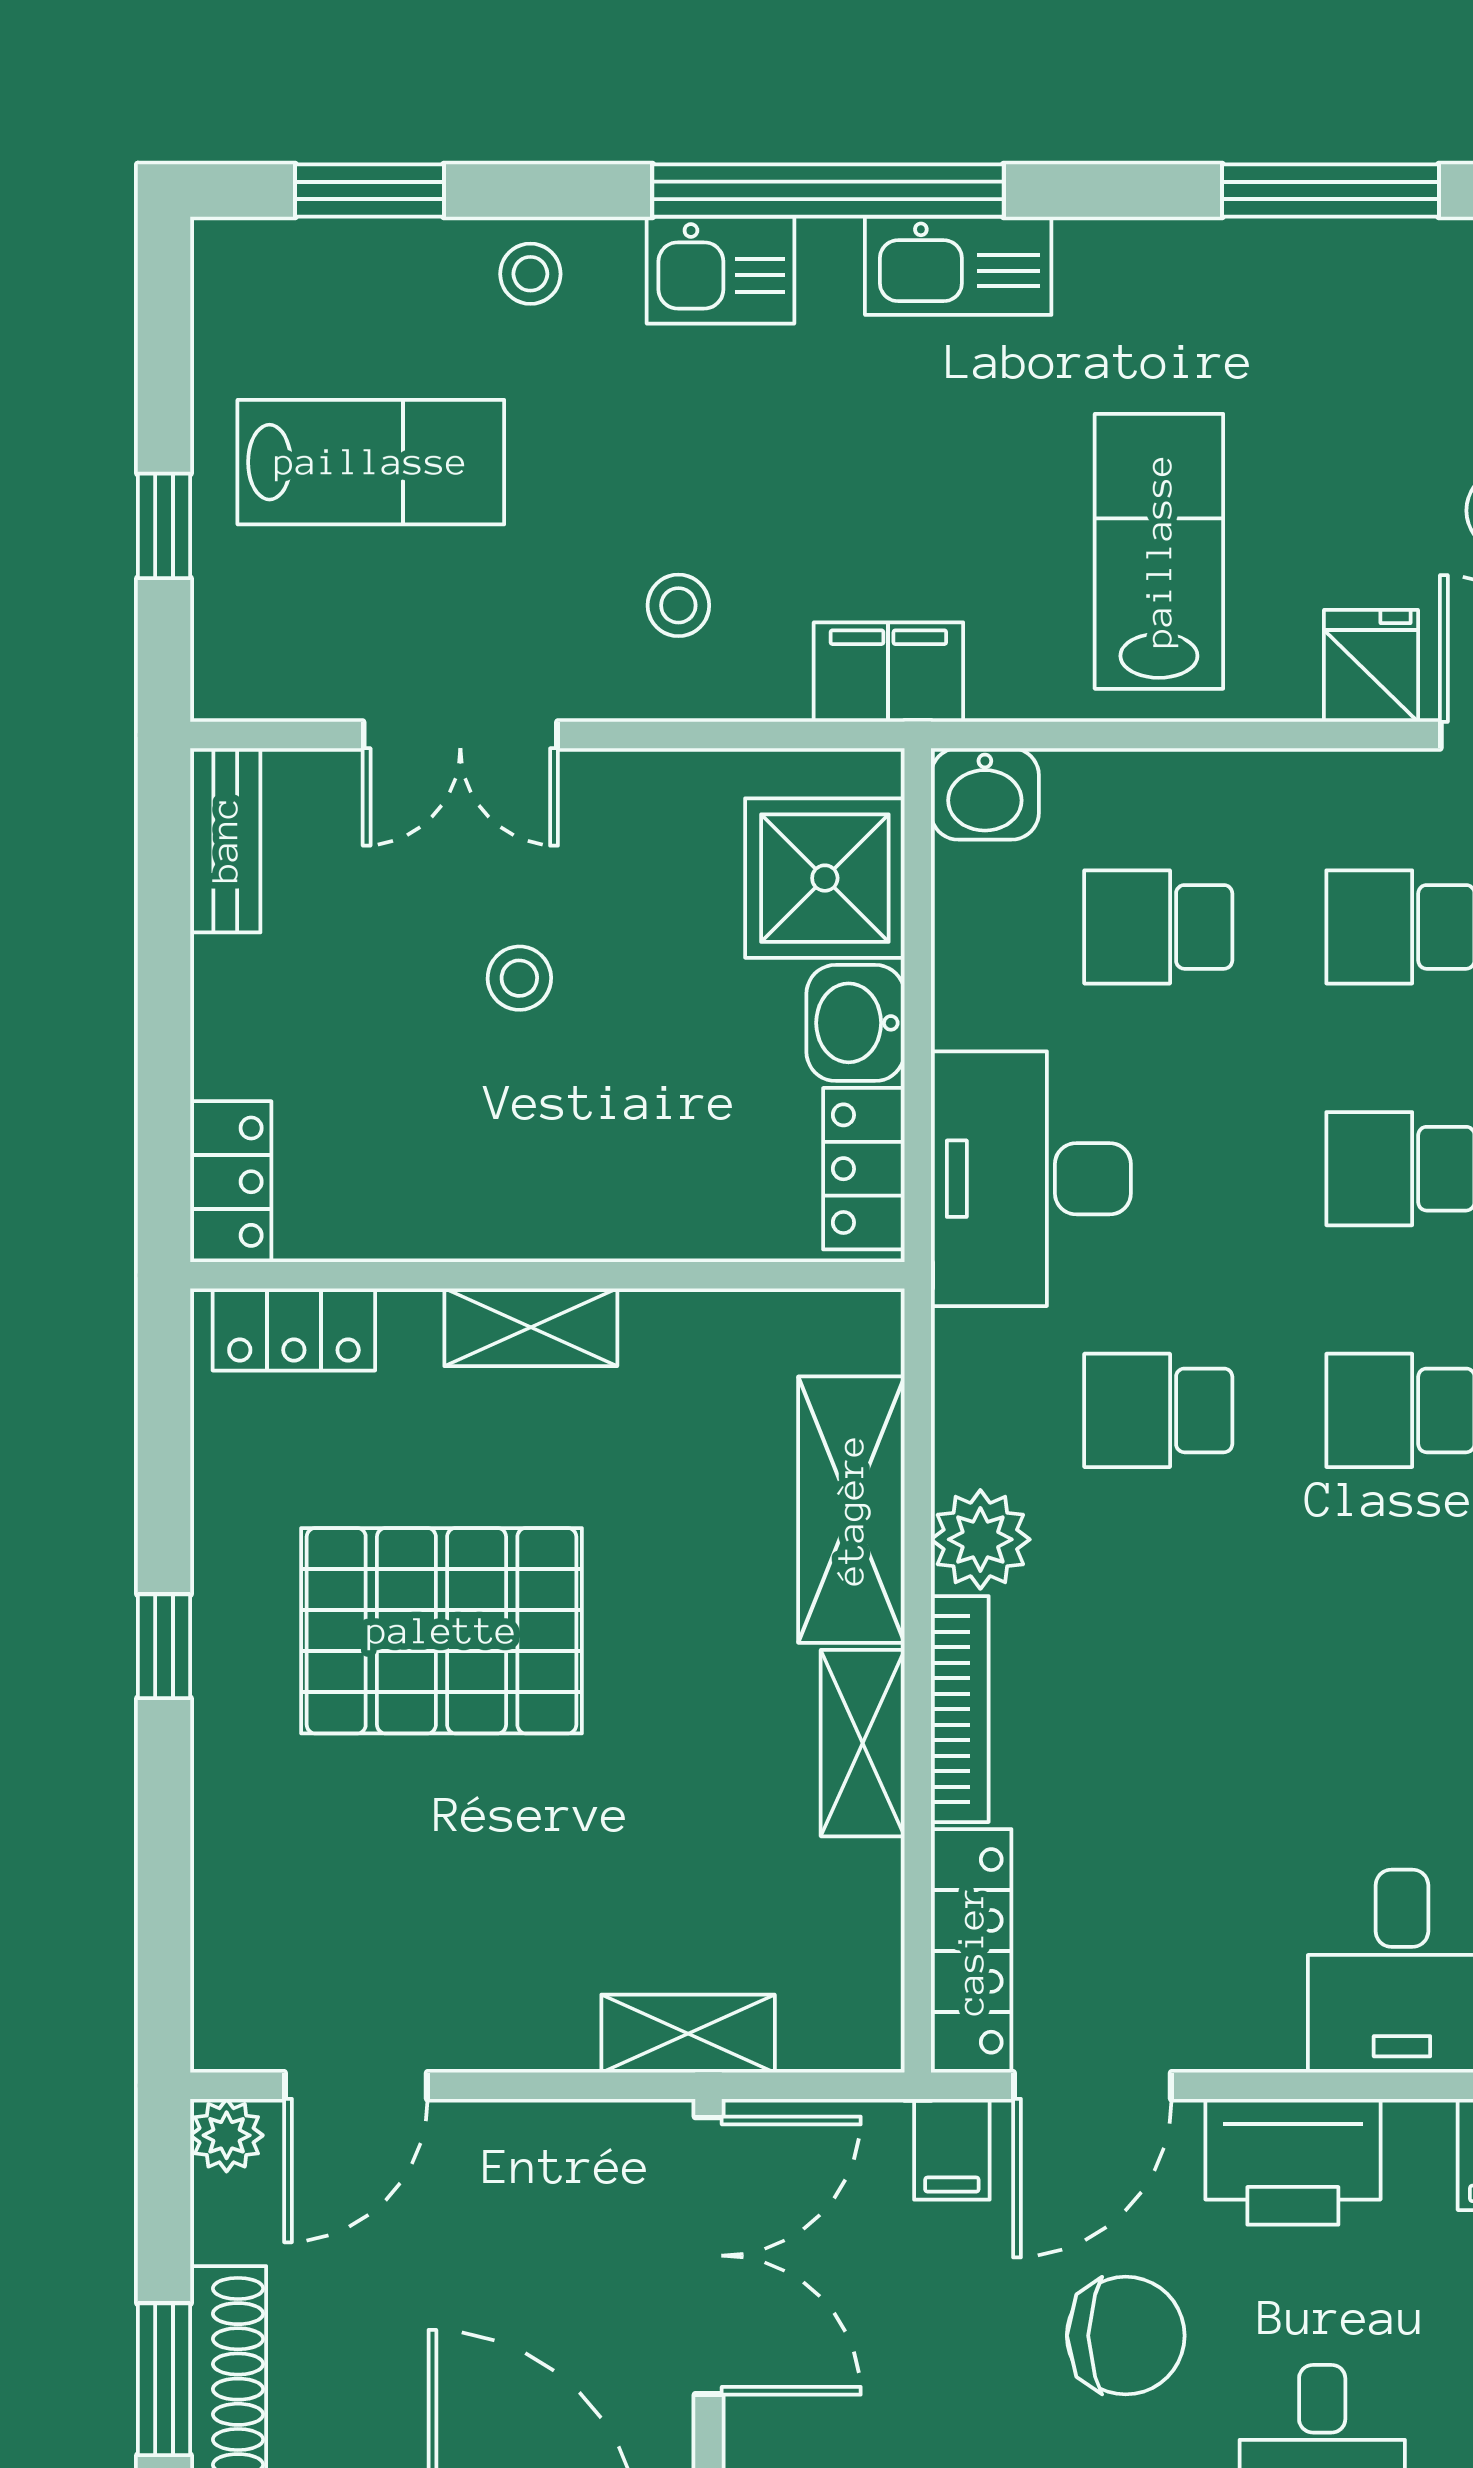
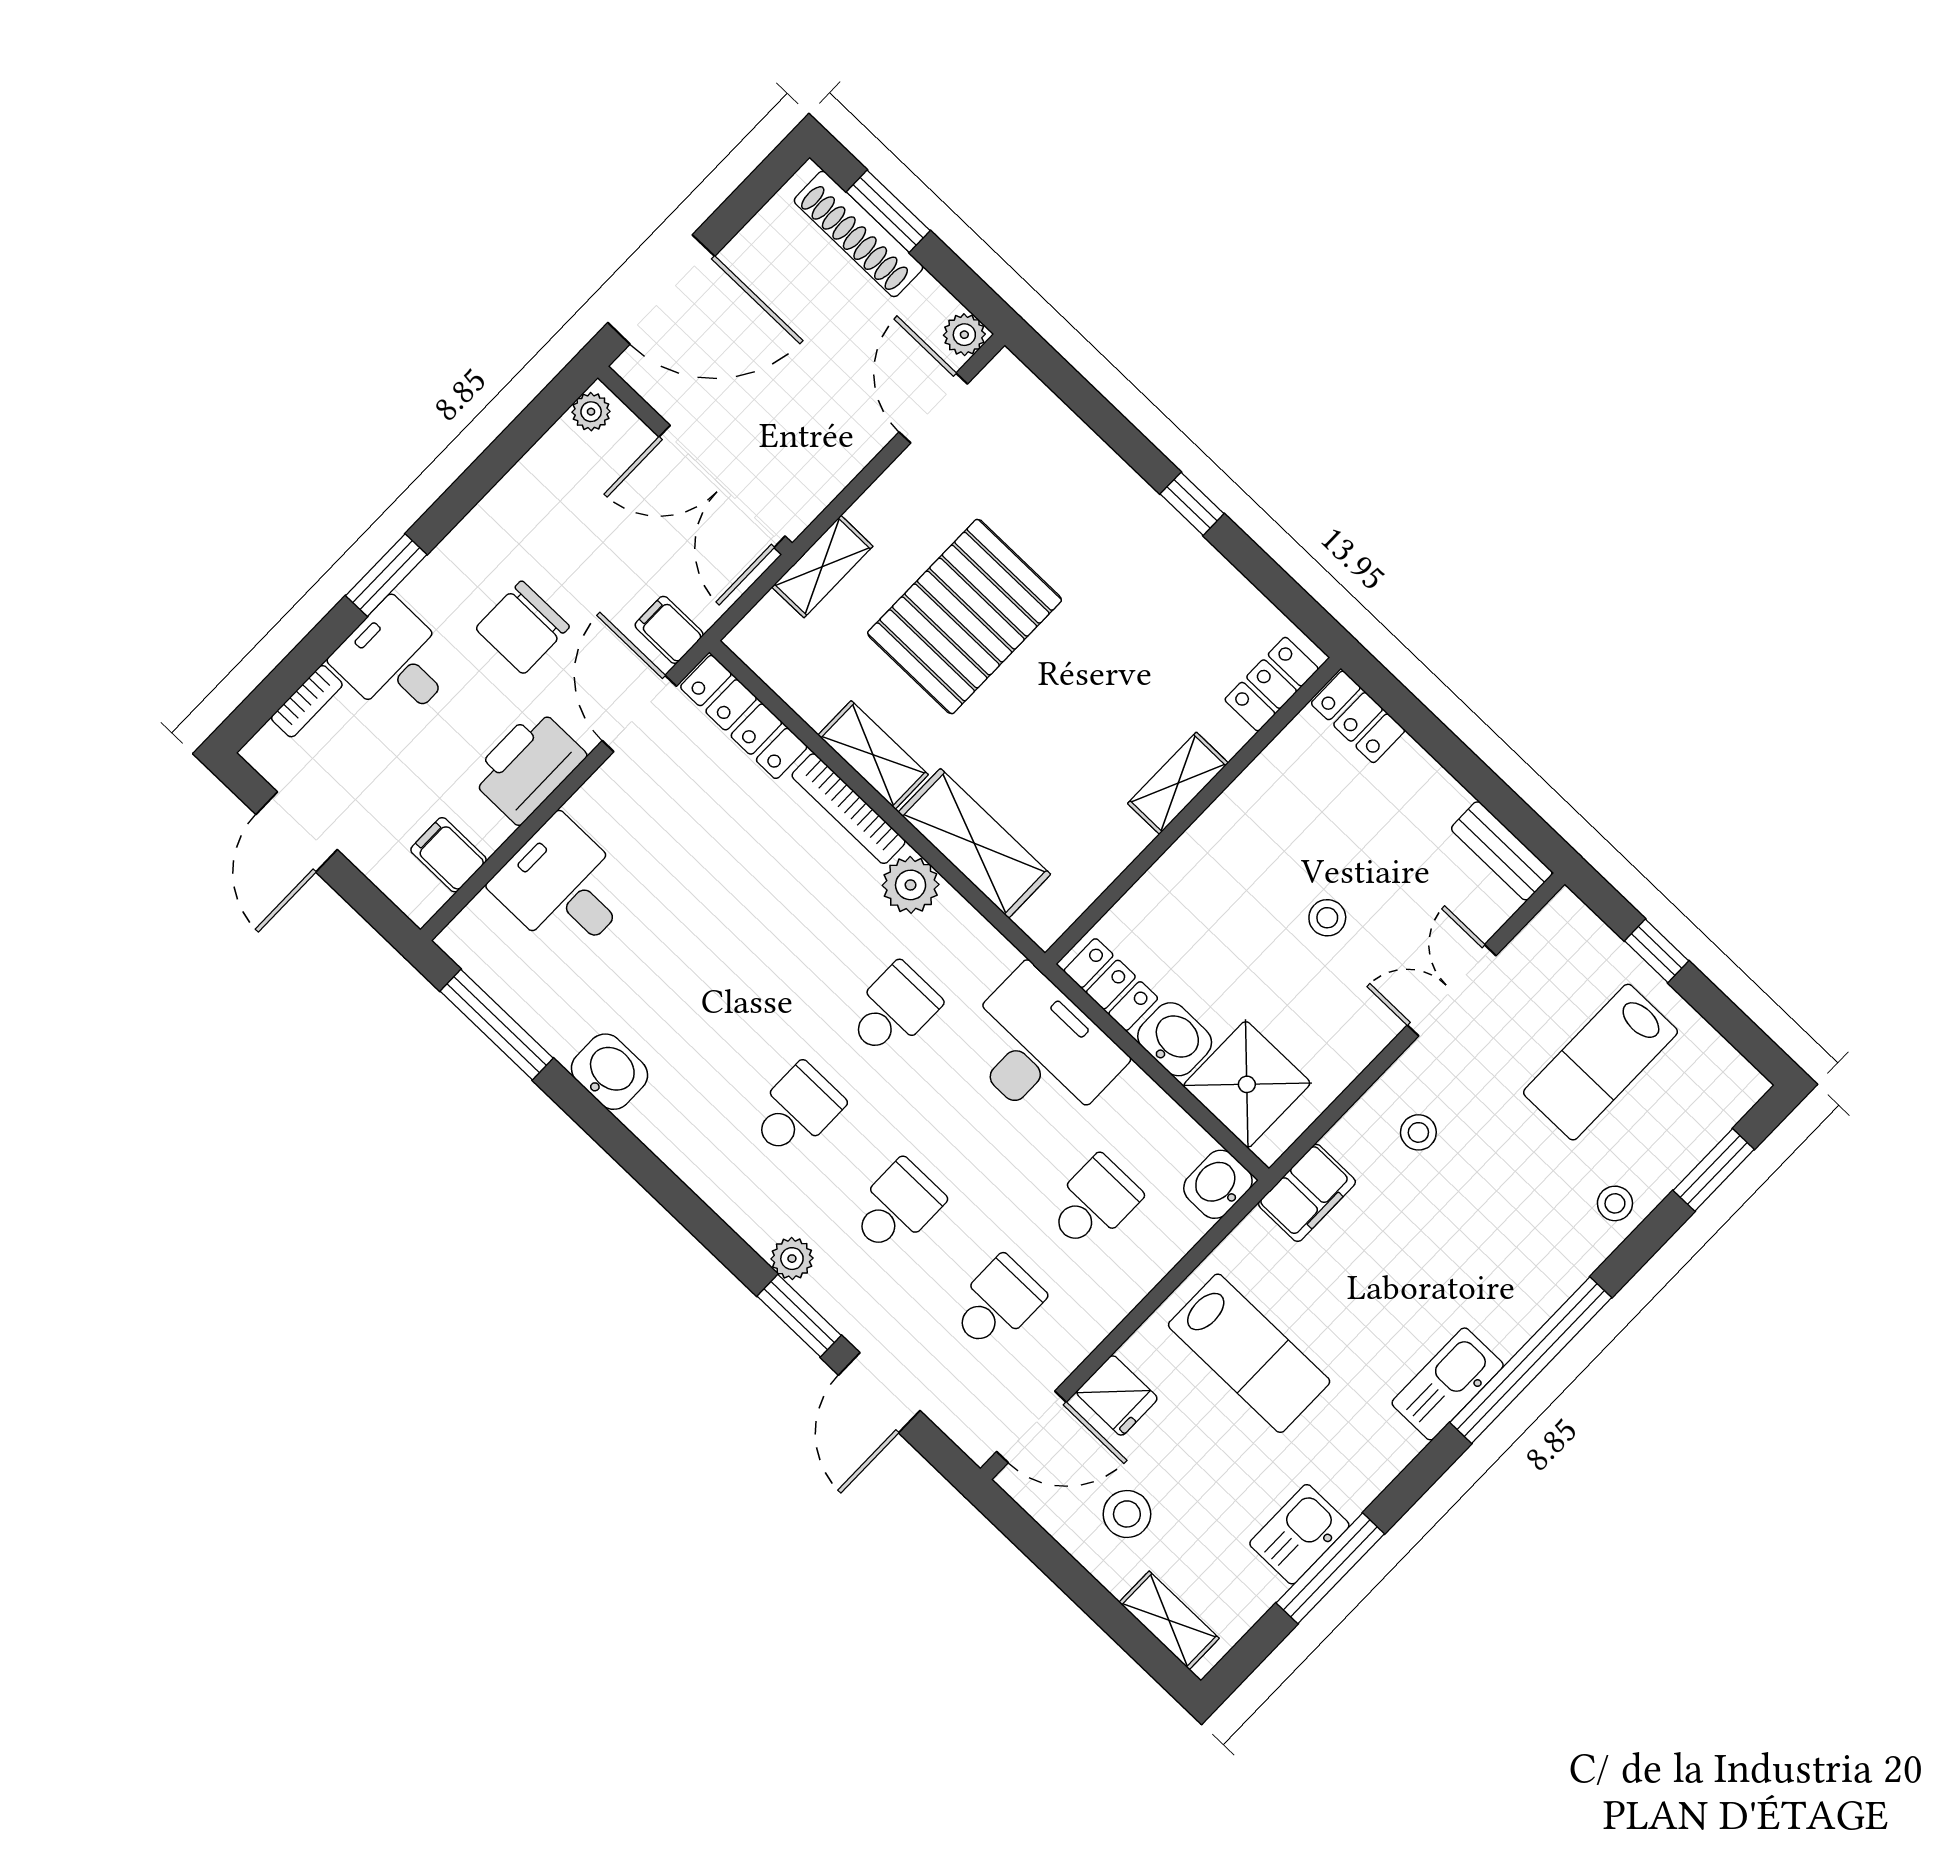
kitchen sink: (720, 270) -> (1299, 1534), moved
pallet: (442, 1631) -> (965, 617), moved

